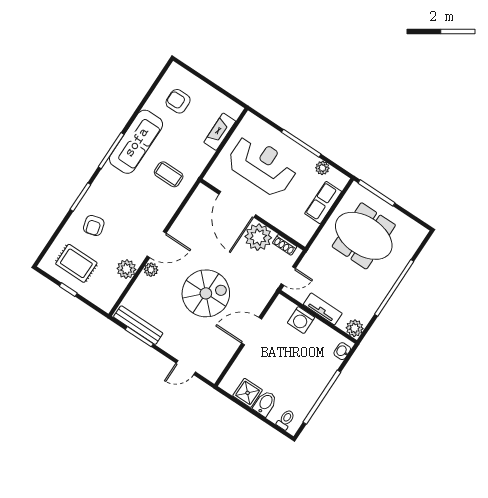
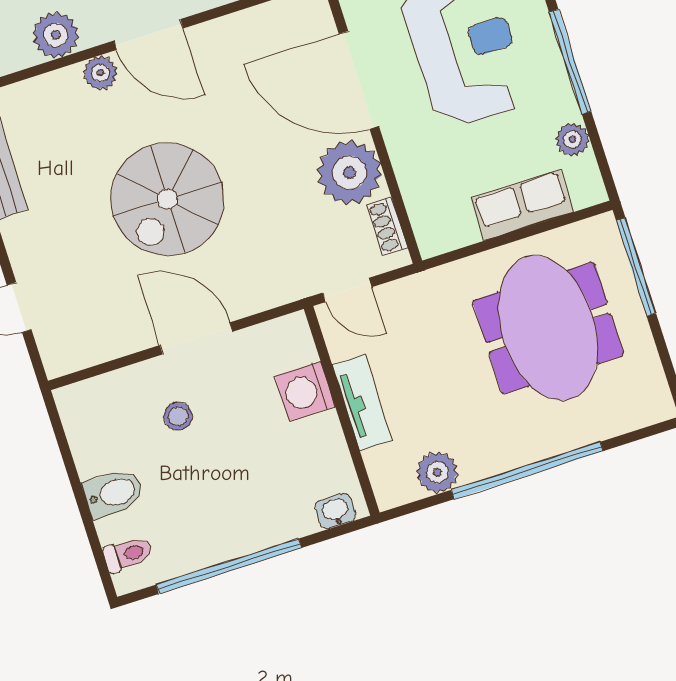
door: (237, 204) -> (359, 80), hinge flipped
spiral stairs: (206, 293) -> (167, 199), turned 90
plant: (355, 328) -> (437, 472), moved
stool: (266, 361) -> (178, 416), added
shower: (248, 393) -> (96, 447), removed

